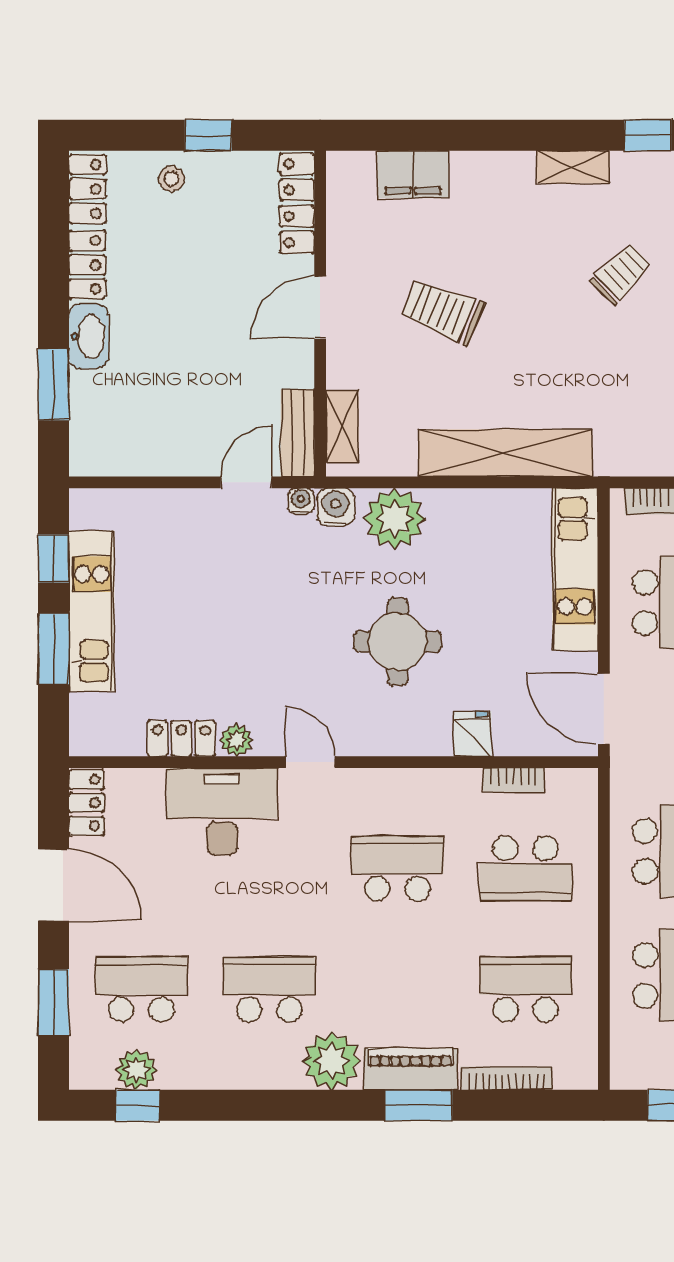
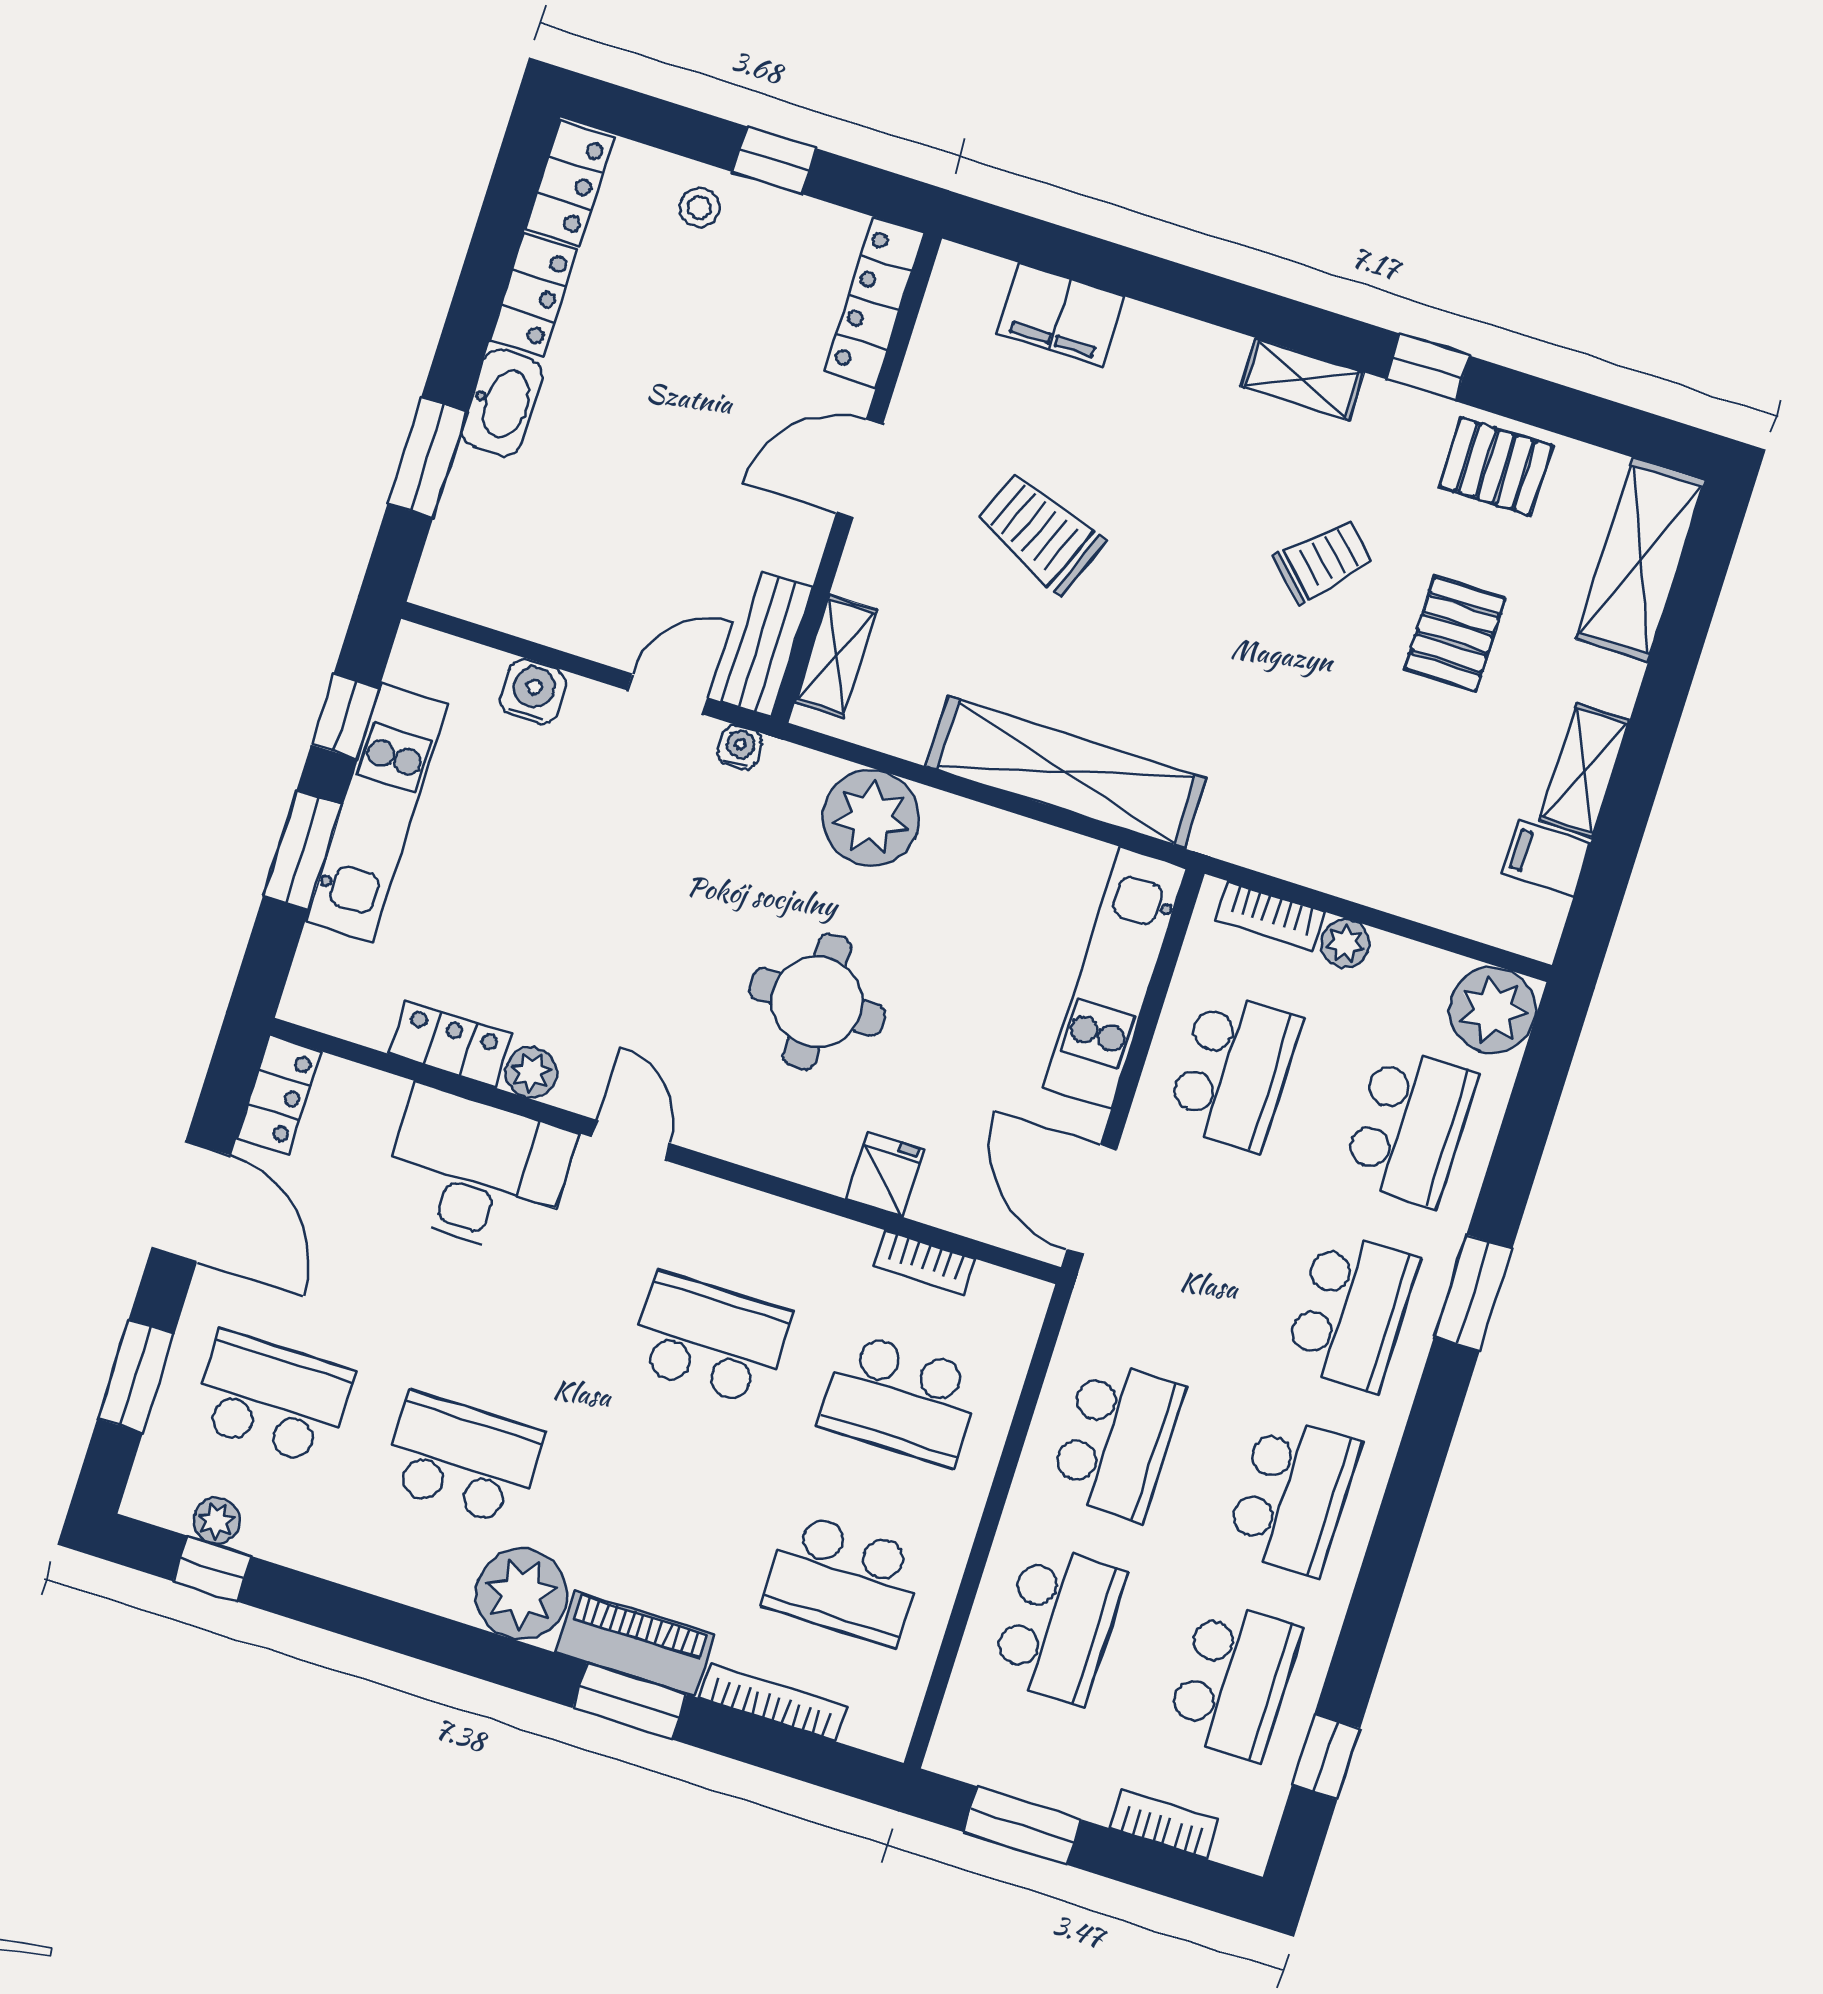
water cooler: (336, 507) -> (533, 691), moved
school desk: (526, 989) -> (843, 1579), turned 180
plant: (136, 1070) -> (216, 1521), width x0.73, depth x0.73

